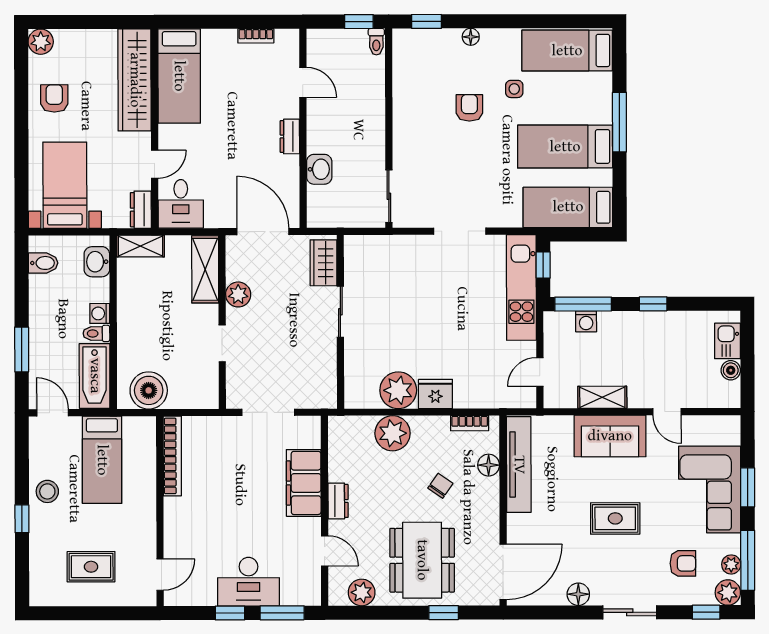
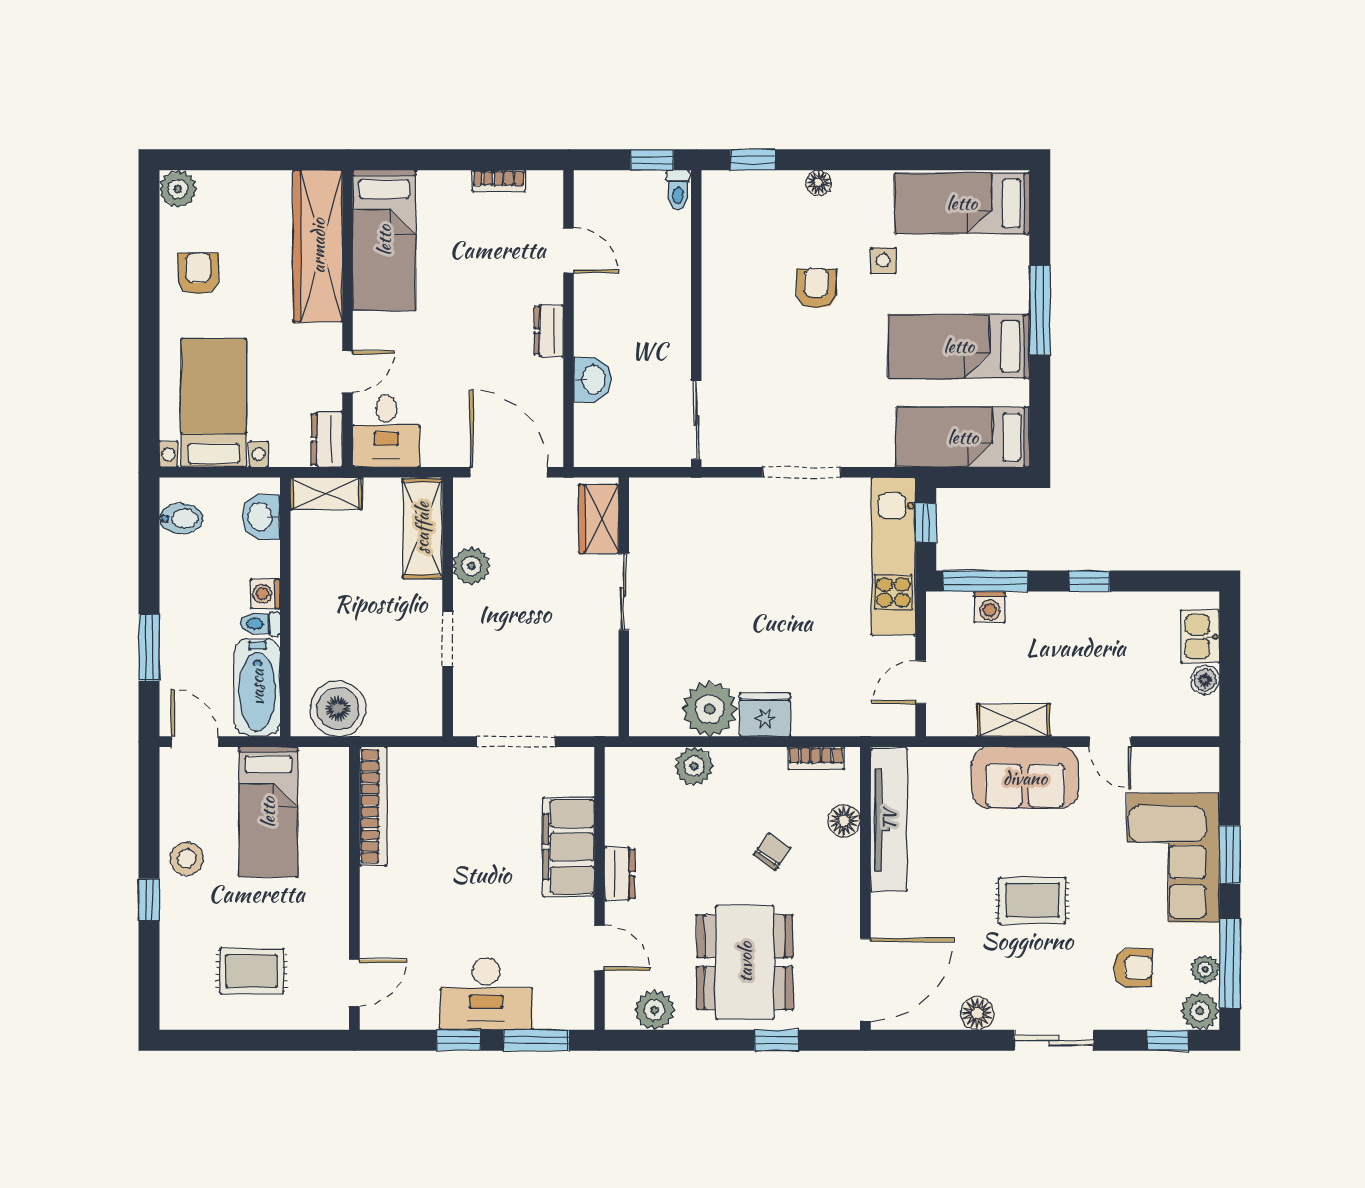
plant: (393, 433) -> (694, 766), width x0.73, depth x0.73

